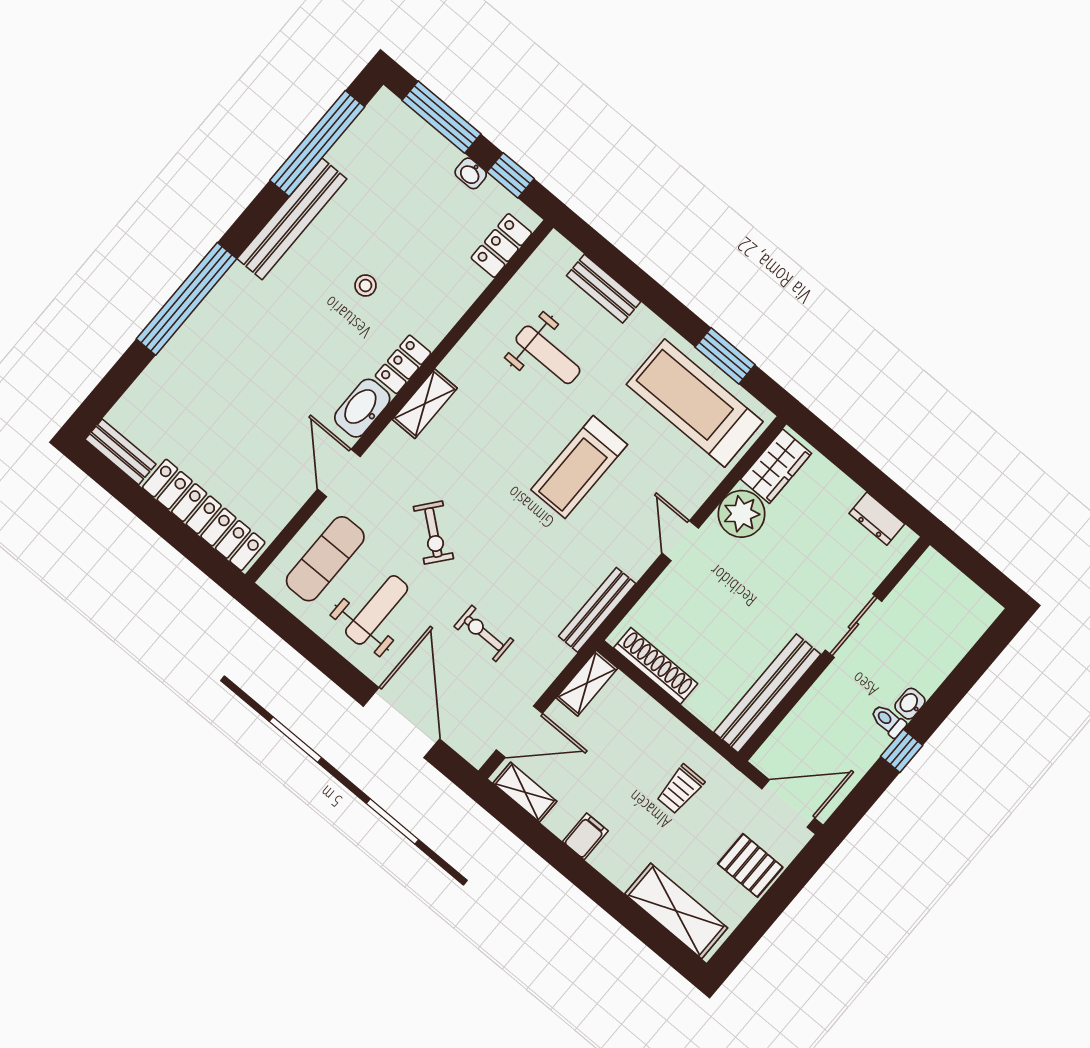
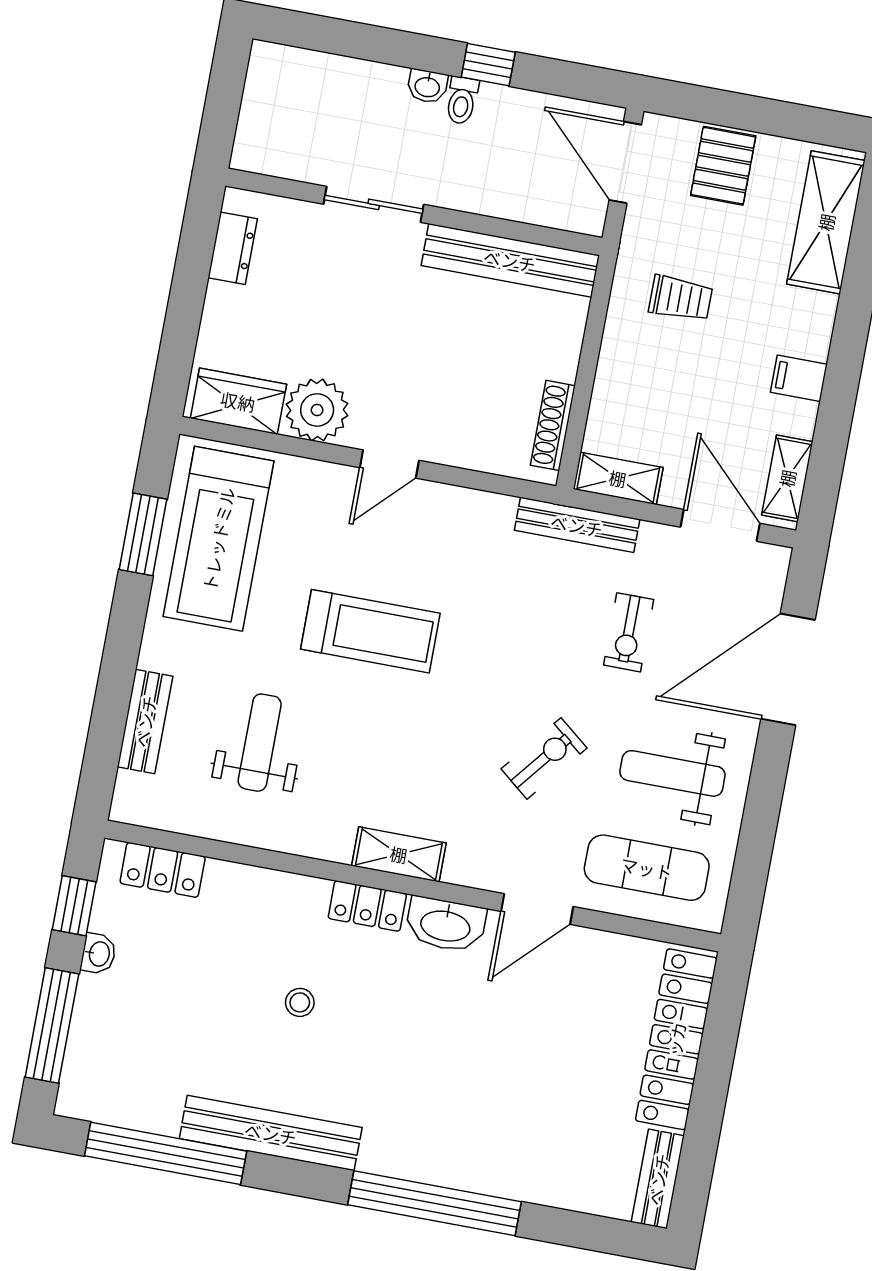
bench: (597, 610) -> (577, 525), moved
shoe rack: (656, 666) -> (553, 425), width x0.74, depth x0.81

